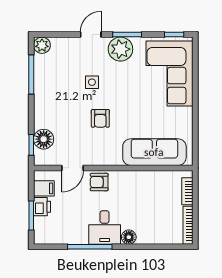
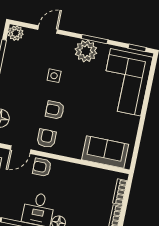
door: (91, 35) -> (48, 30), moved
armchair: (100, 118) -> (55, 110), turned 90
armchair: (97, 150) -> (46, 138), added
sofa: (154, 152) -> (105, 152), width x0.73

